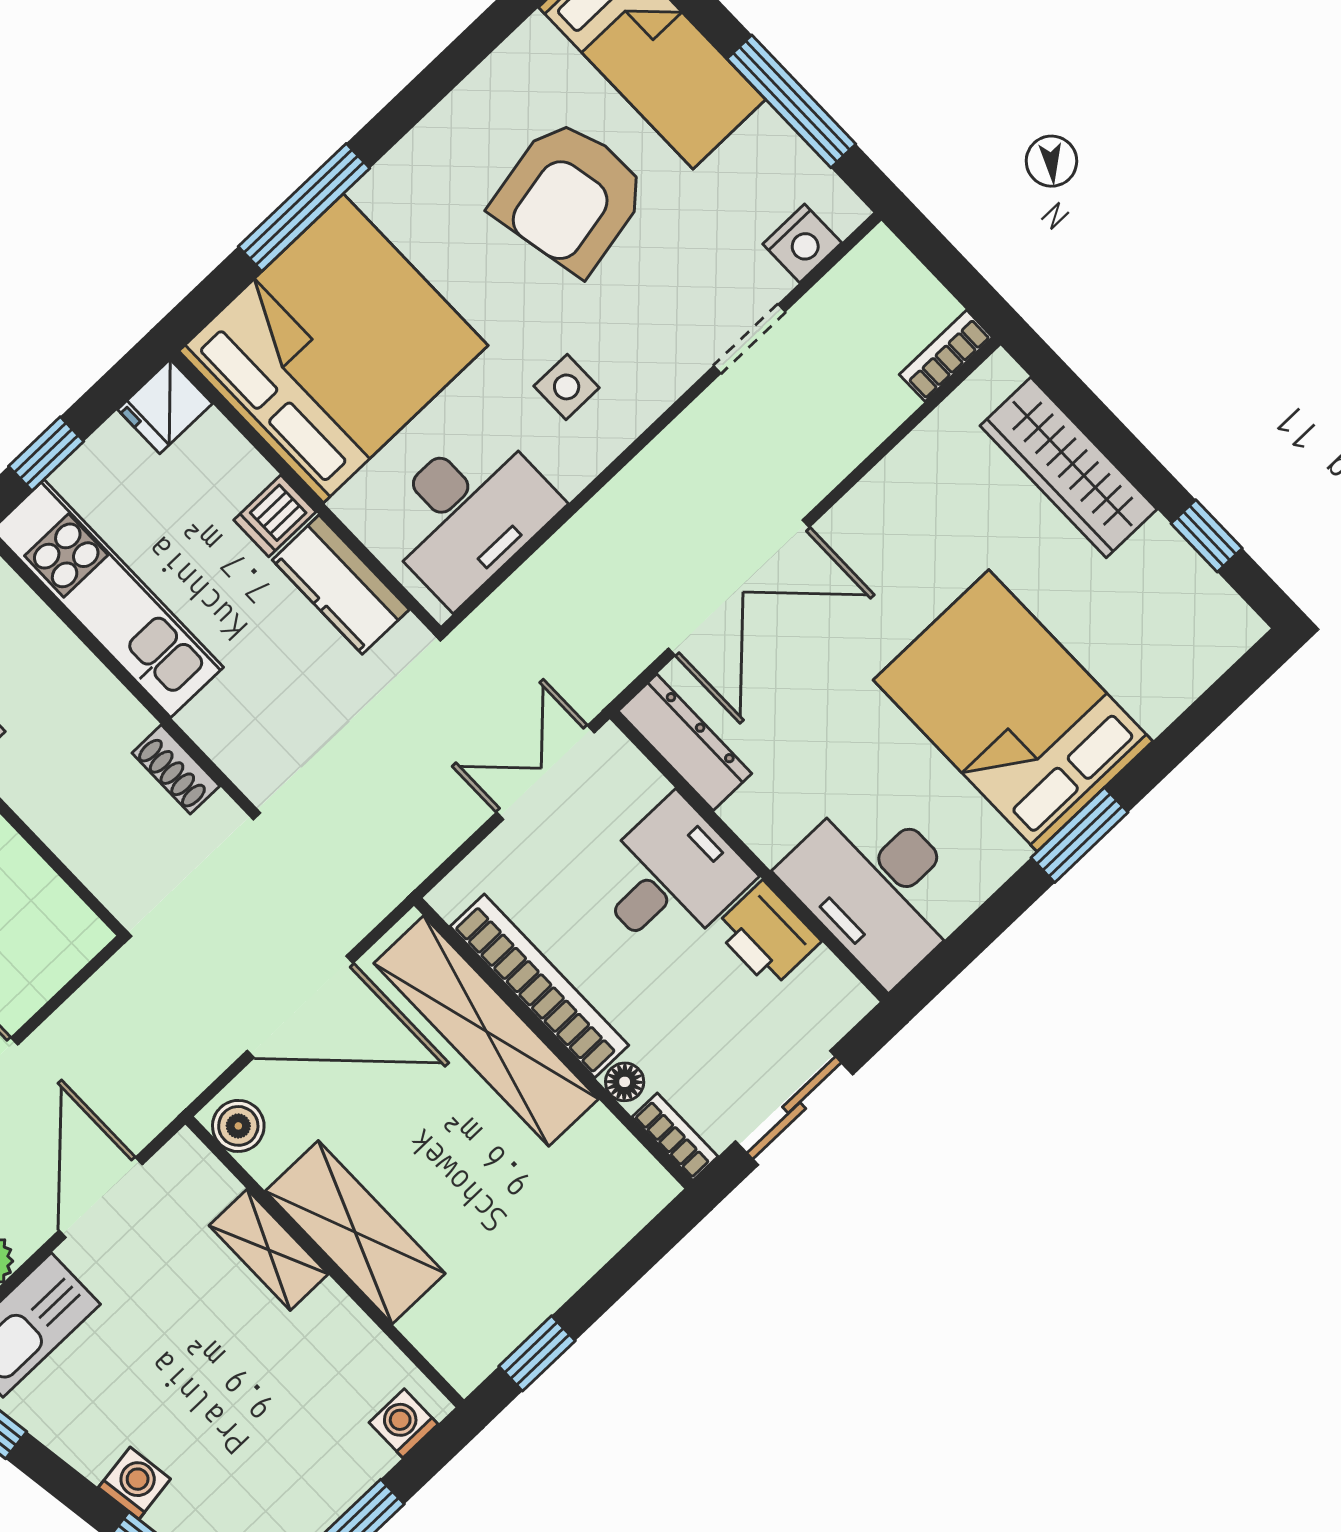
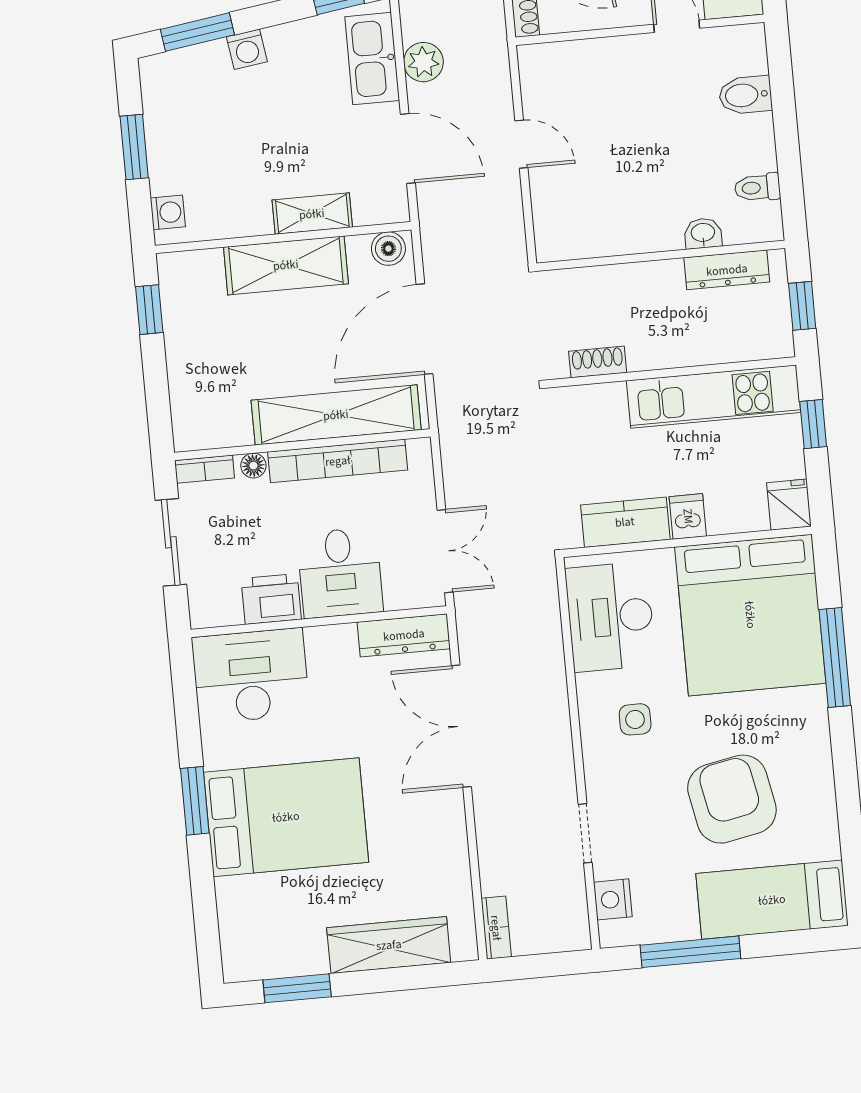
window: (1207, 536) -> (297, 988), width x1.50

